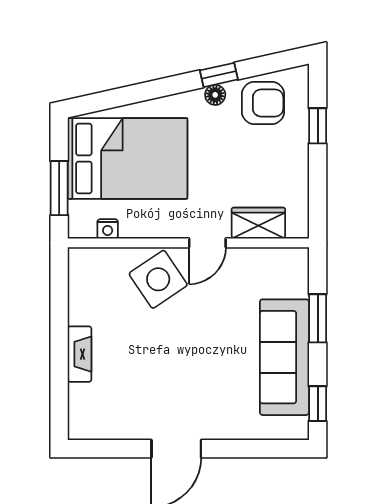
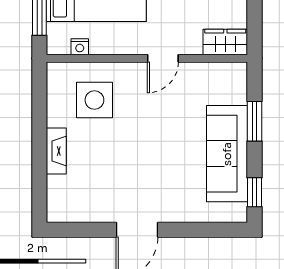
wardrobe: (258, 223) -> (225, 42), moved
side table: (158, 279) -> (94, 100), moved, turned 34

